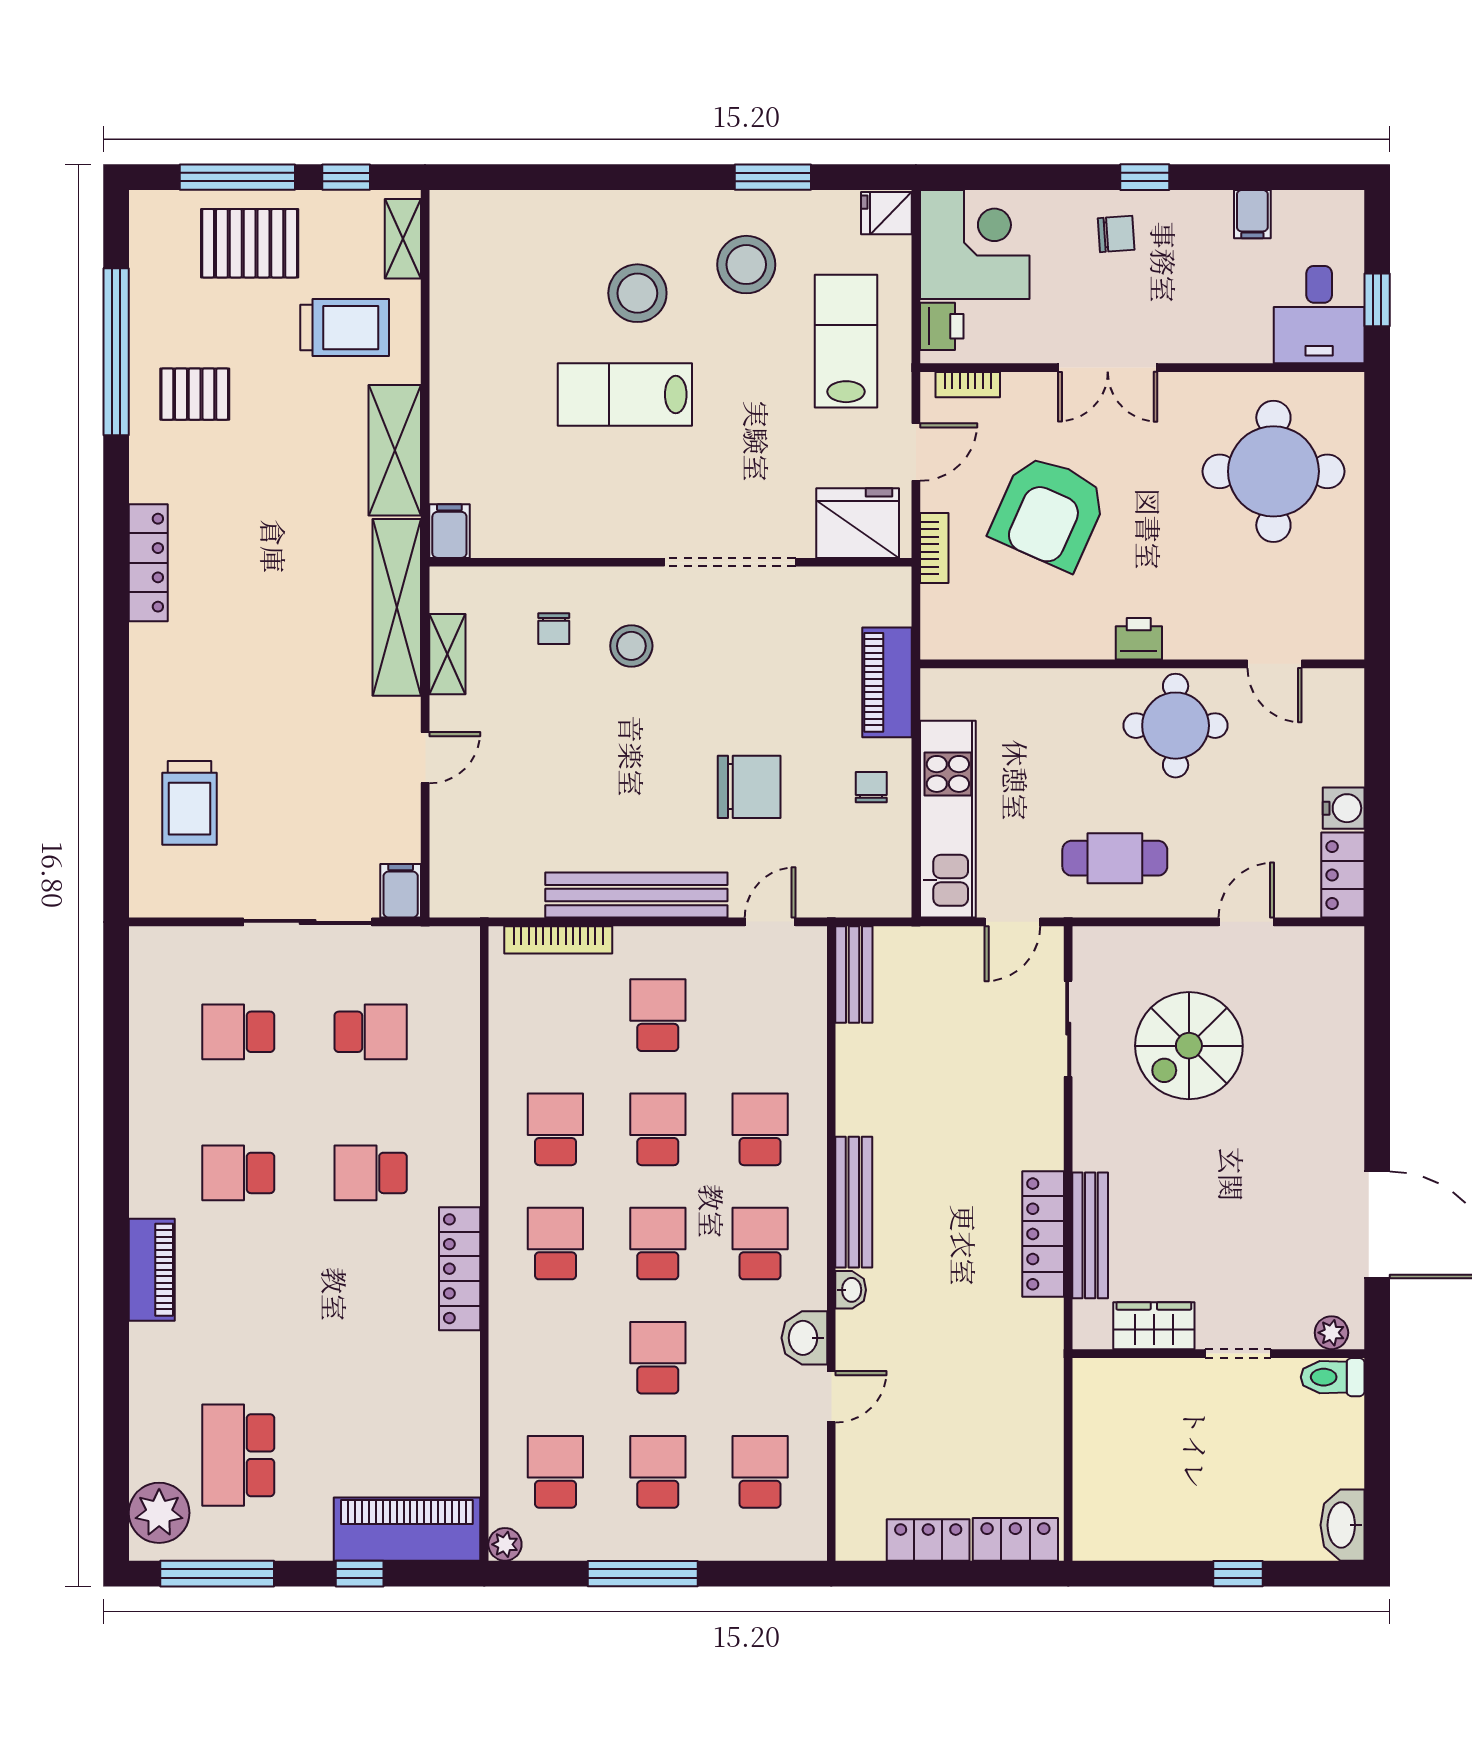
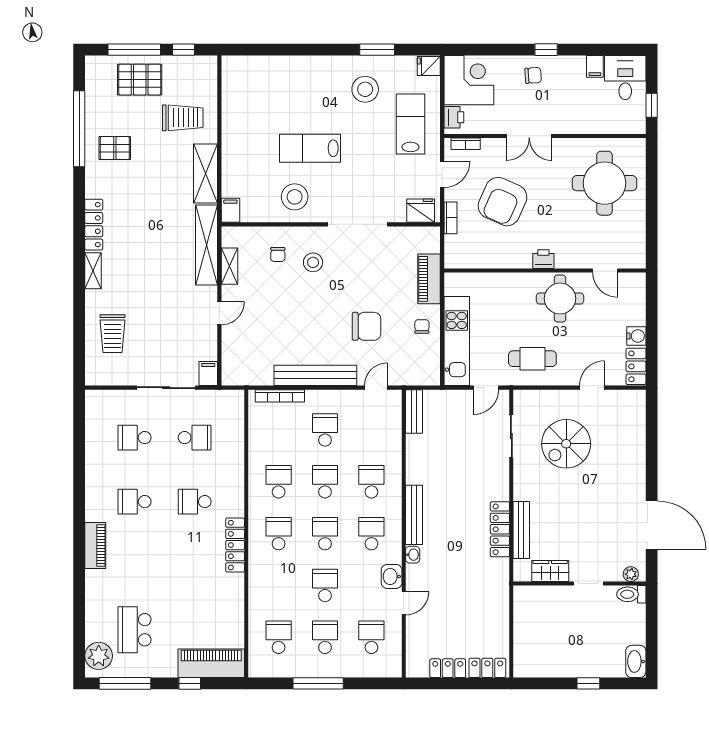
shelving: (403, 239) -> (93, 271), moved
stool: (637, 293) -> (295, 197), moved
desk: (1319, 315) -> (625, 78), moved, turned 180
fridge: (858, 523) -> (421, 211), width x0.73, depth x0.75
plant: (505, 1544) -> (256, 670), removed

